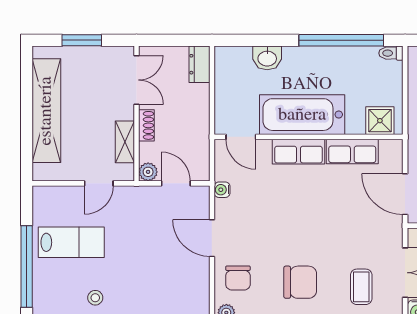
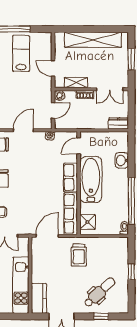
row of seats: (352, 151) -> (71, 214), width x1.48
lab bench: (71, 242) -> (21, 53), turned 180

